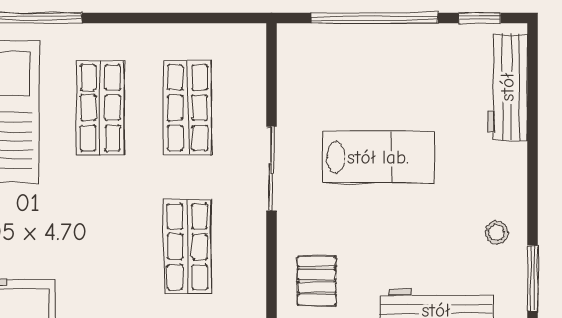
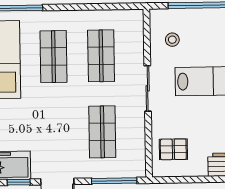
stool: (318, 80) -> (172, 40), added
pallet: (317, 281) -> (173, 149), turned 90

